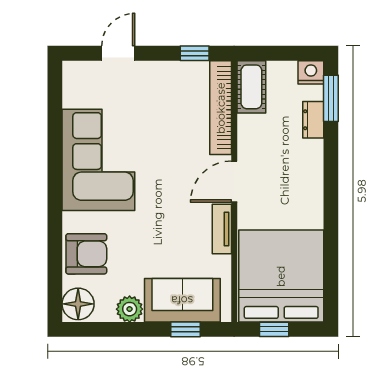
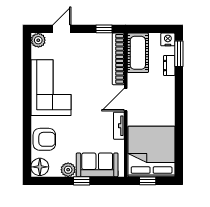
plant: (75, 74) -> (38, 40), added
cot: (251, 87) -> (138, 53), width x1.37, depth x1.34
window: (185, 329) -> (82, 181), moved

